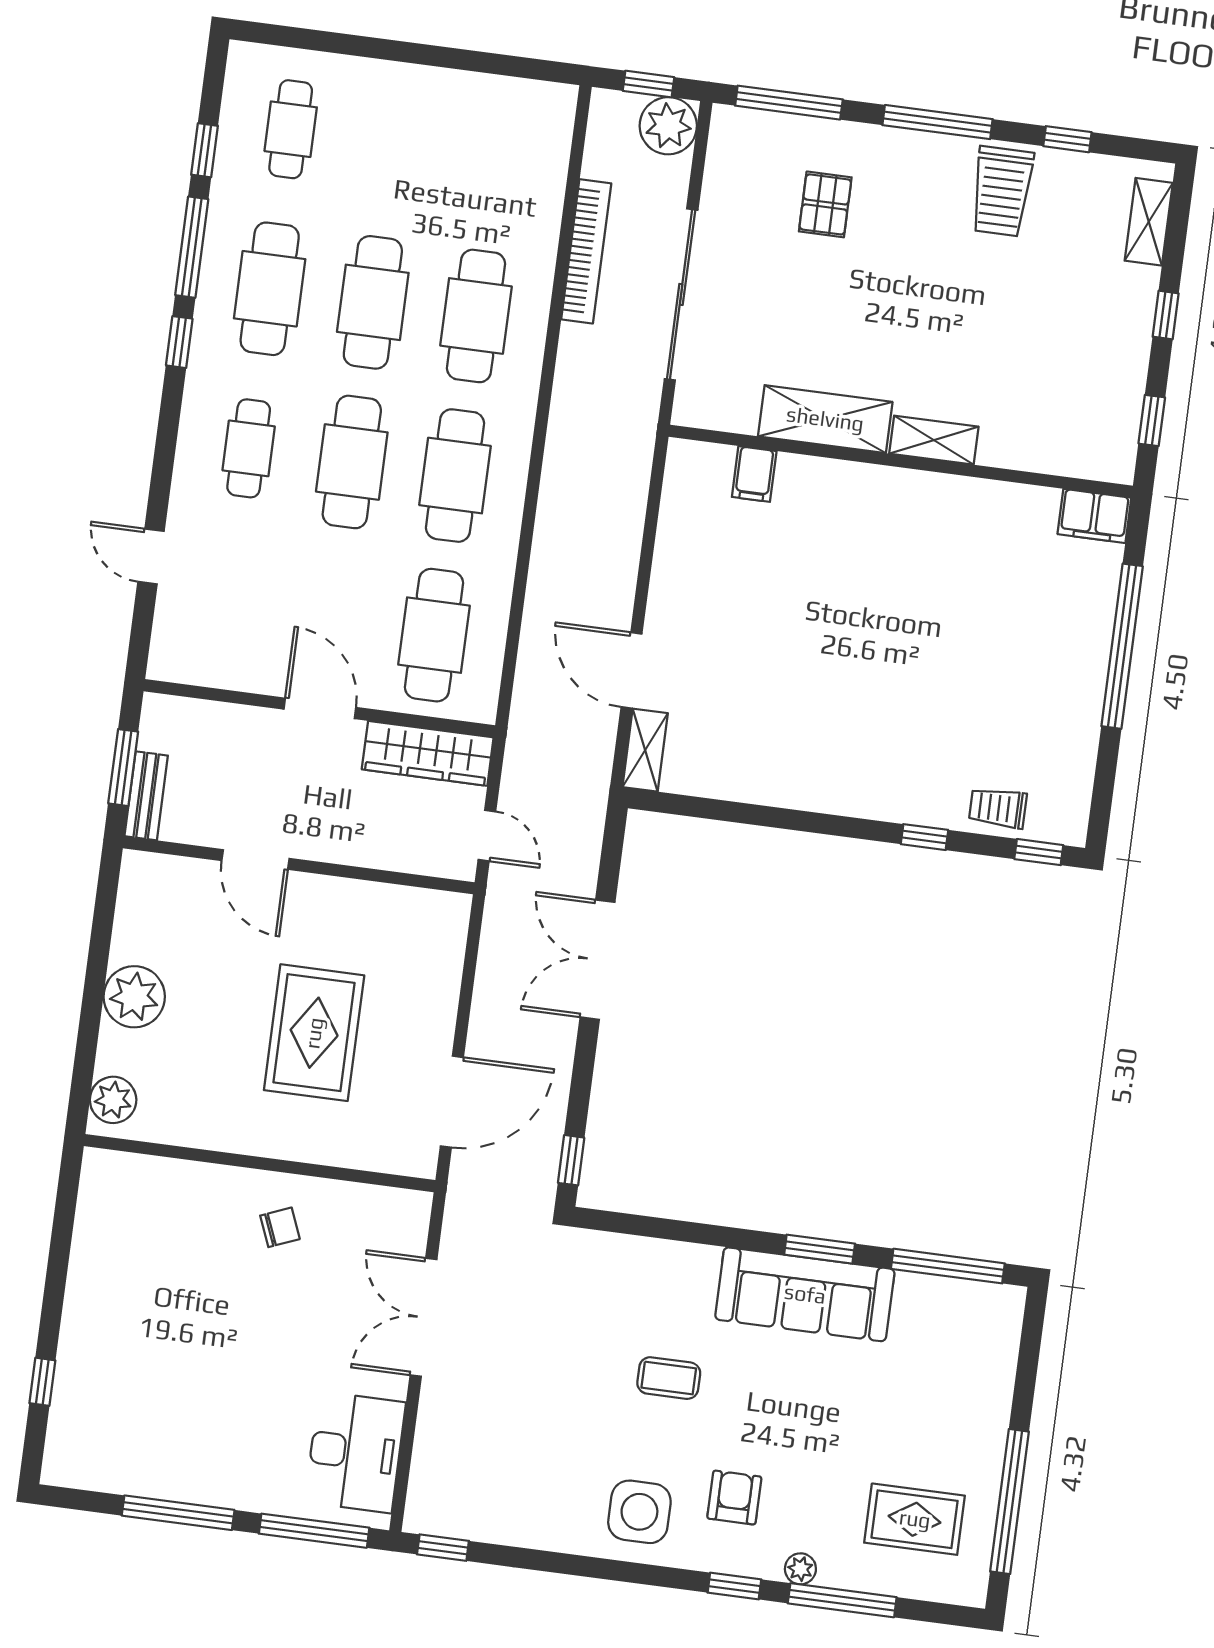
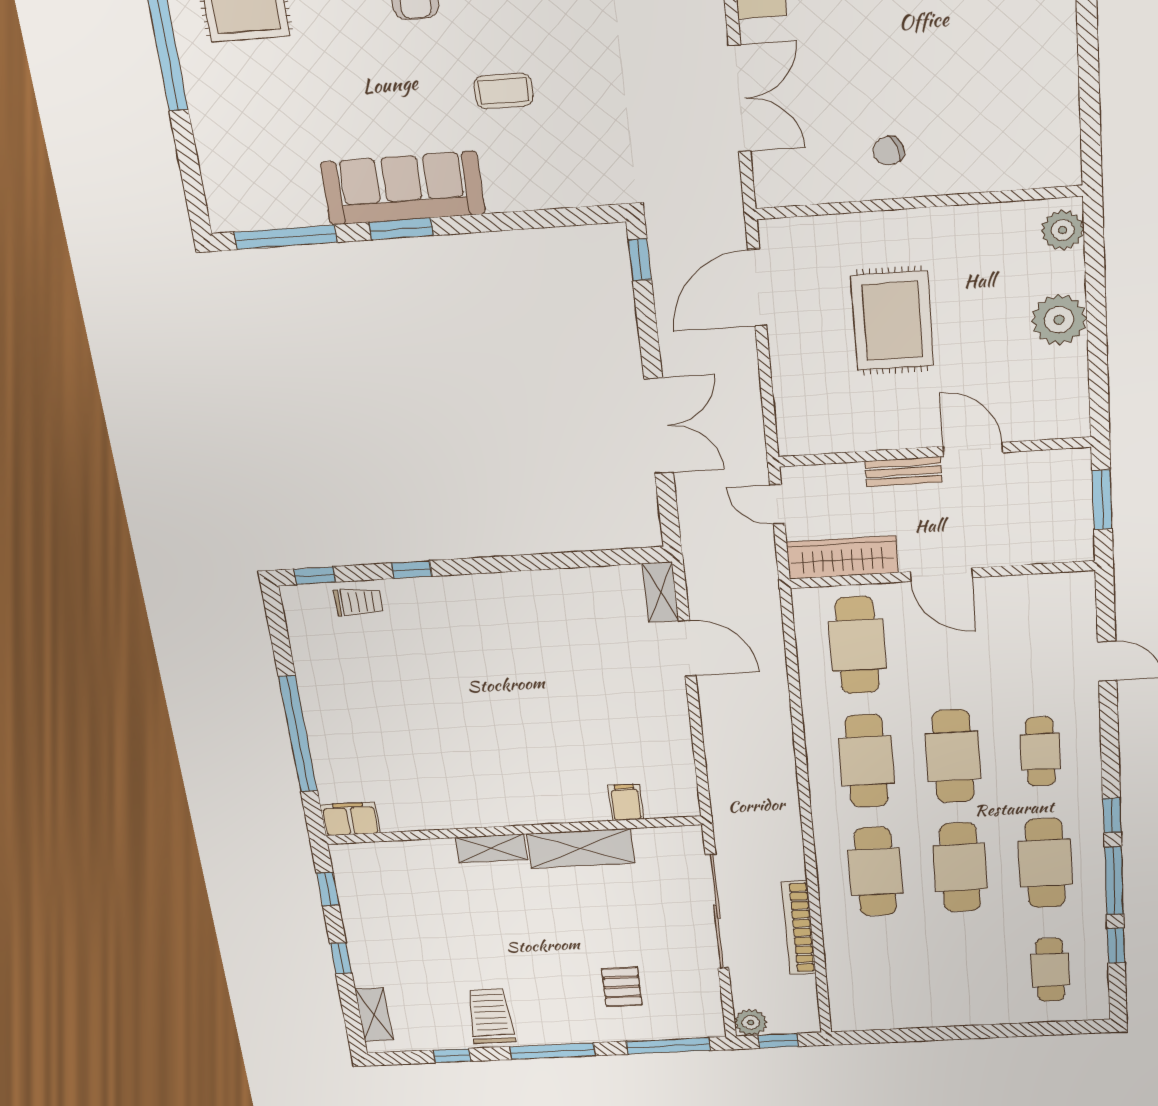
plant: (668, 126) -> (751, 1022), width x0.73, depth x0.73
bench: (146, 796) -> (904, 472), moved, turned 90

